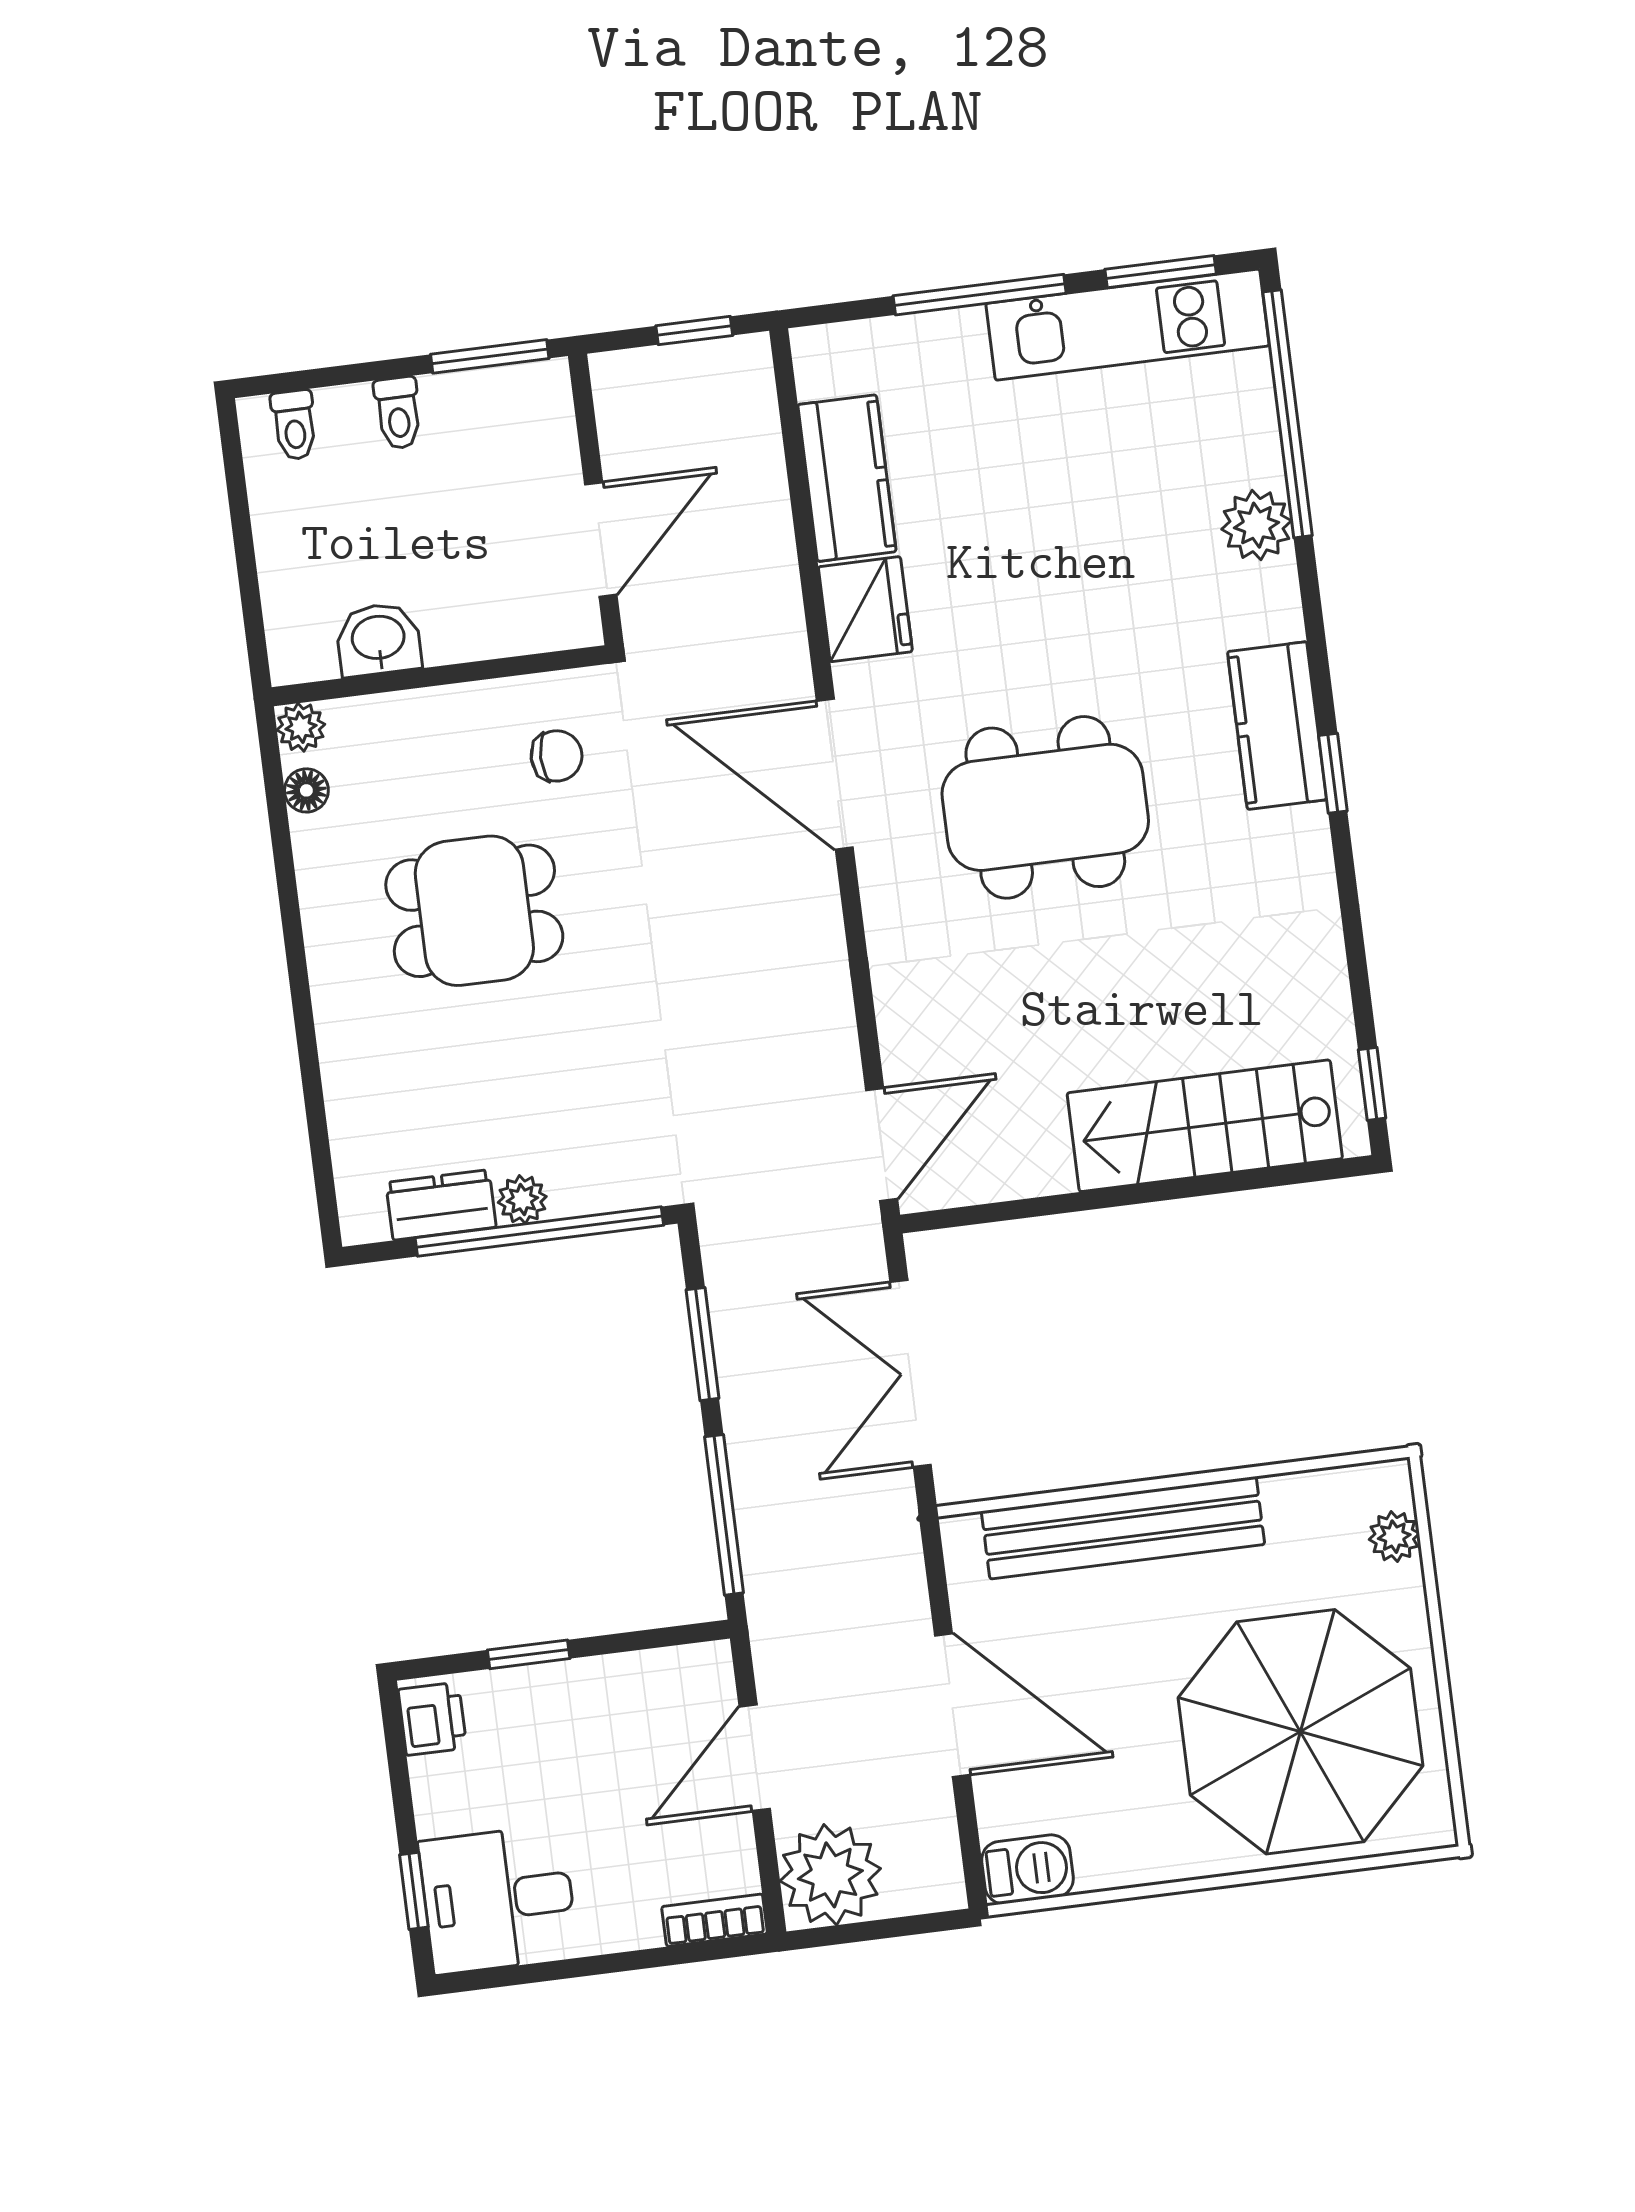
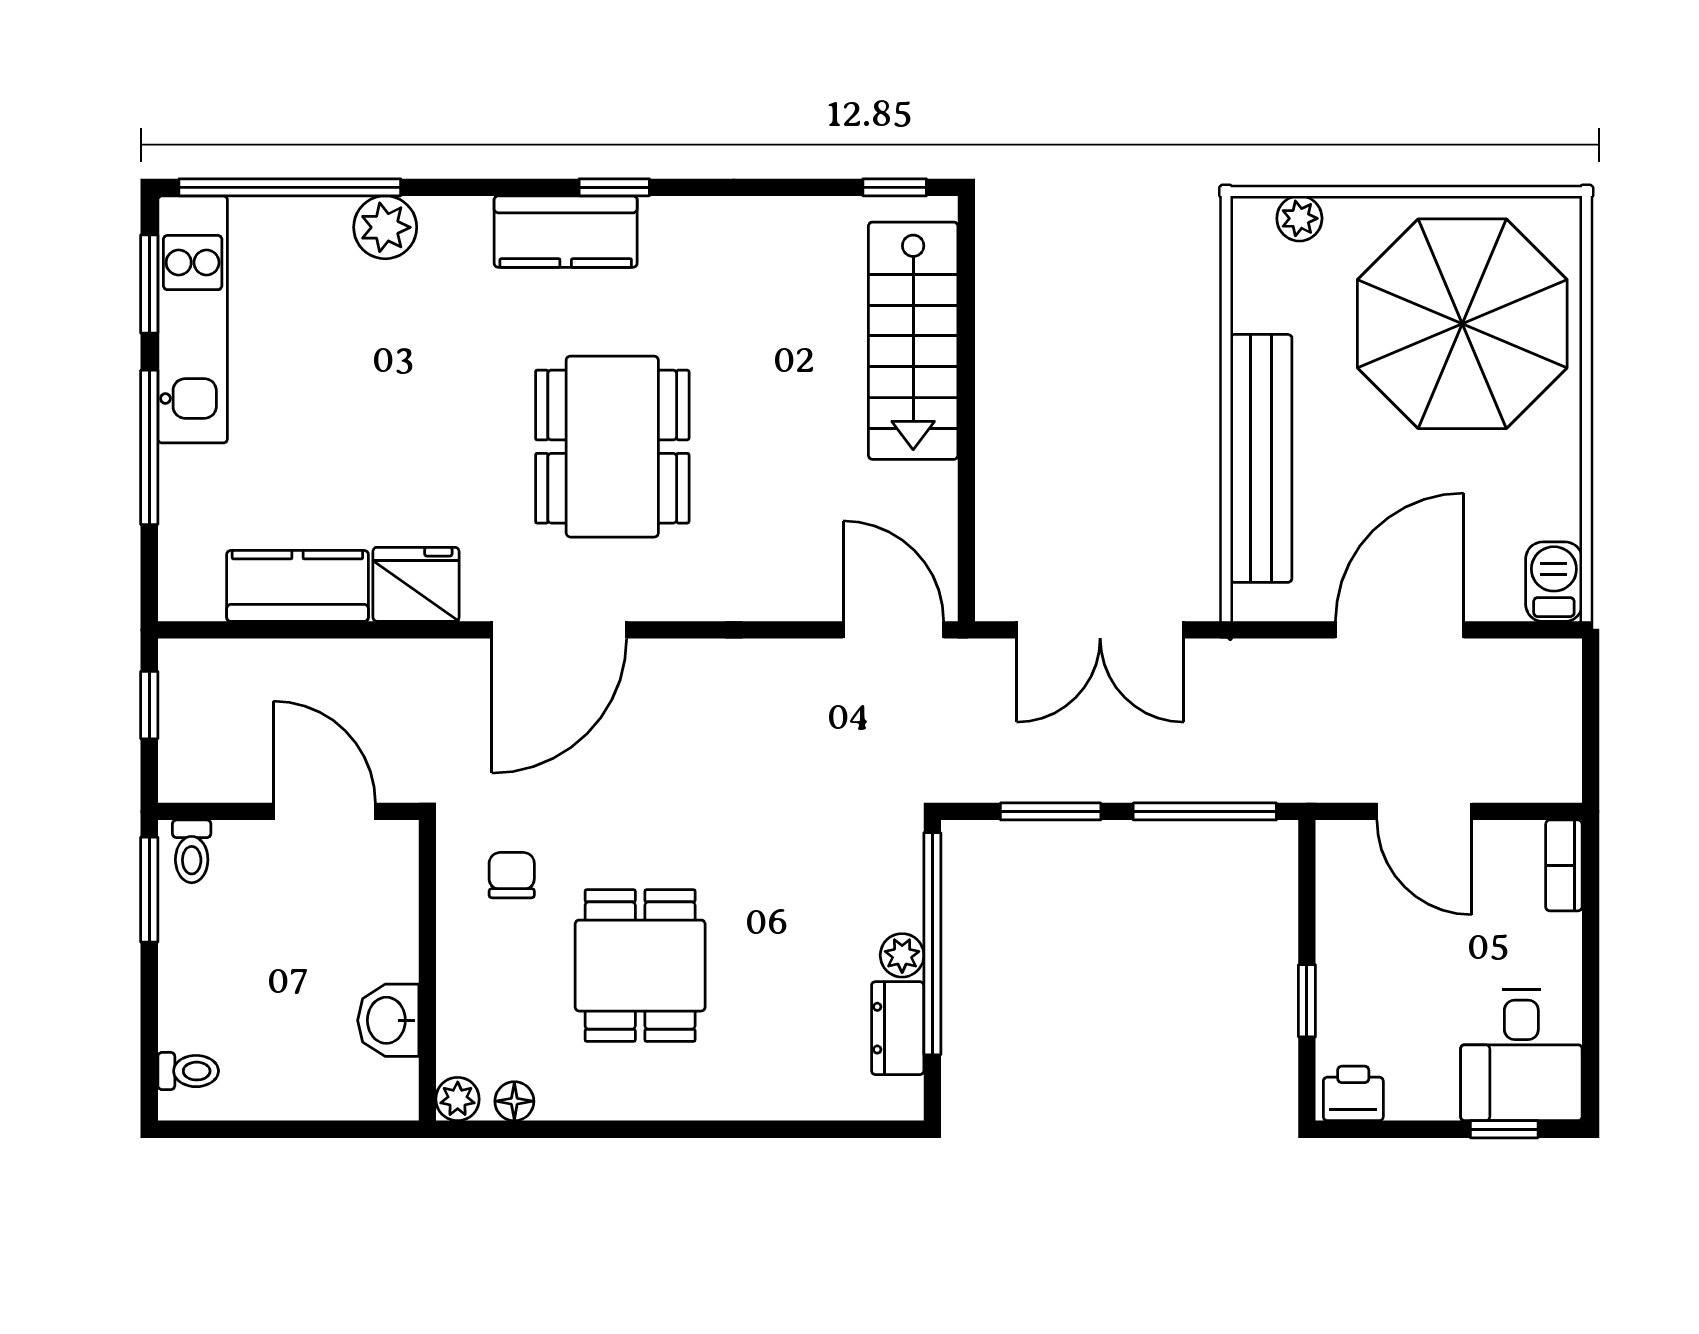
toilet: (398, 413) -> (192, 851), moved, turned 90
plant: (830, 1875) -> (1537, 757), removed

